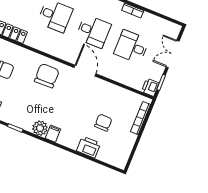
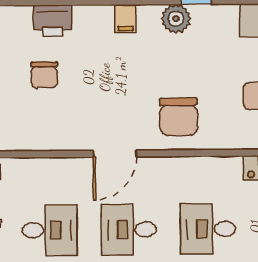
door: (85, 71) -> (115, 154), hinge flipped
plant: (40, 128) -> (176, 19), moved

